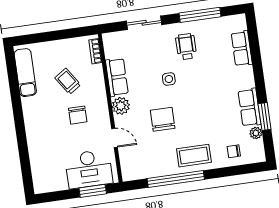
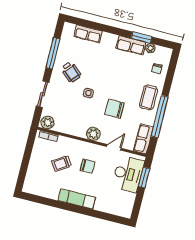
plant: (112, 43) -> (48, 123), added
wheelchair: (186, 47) -> (71, 72), turned -138
exam couch: (25, 73) -> (77, 199), moved
row of seats: (117, 77) -> (143, 139), moved, turned -90

